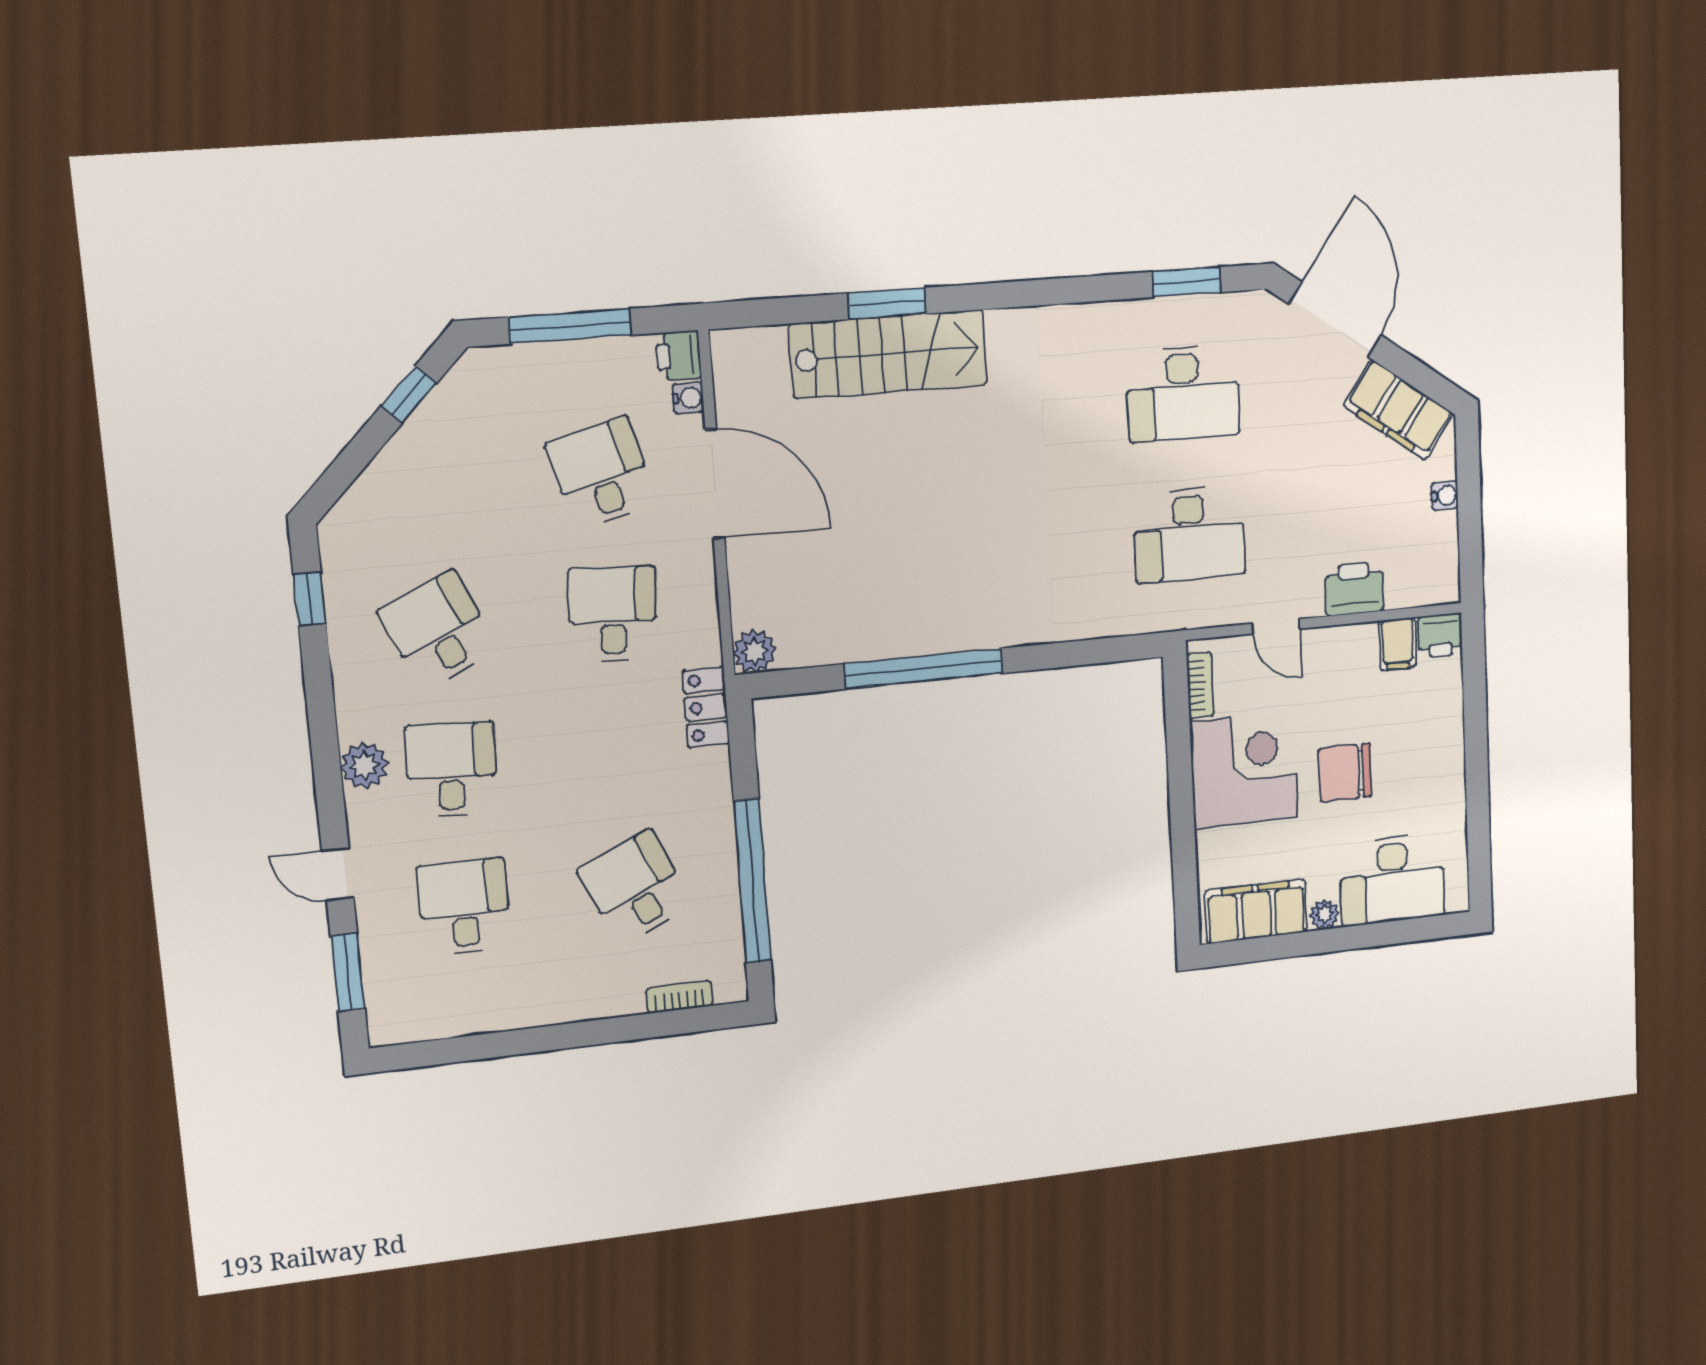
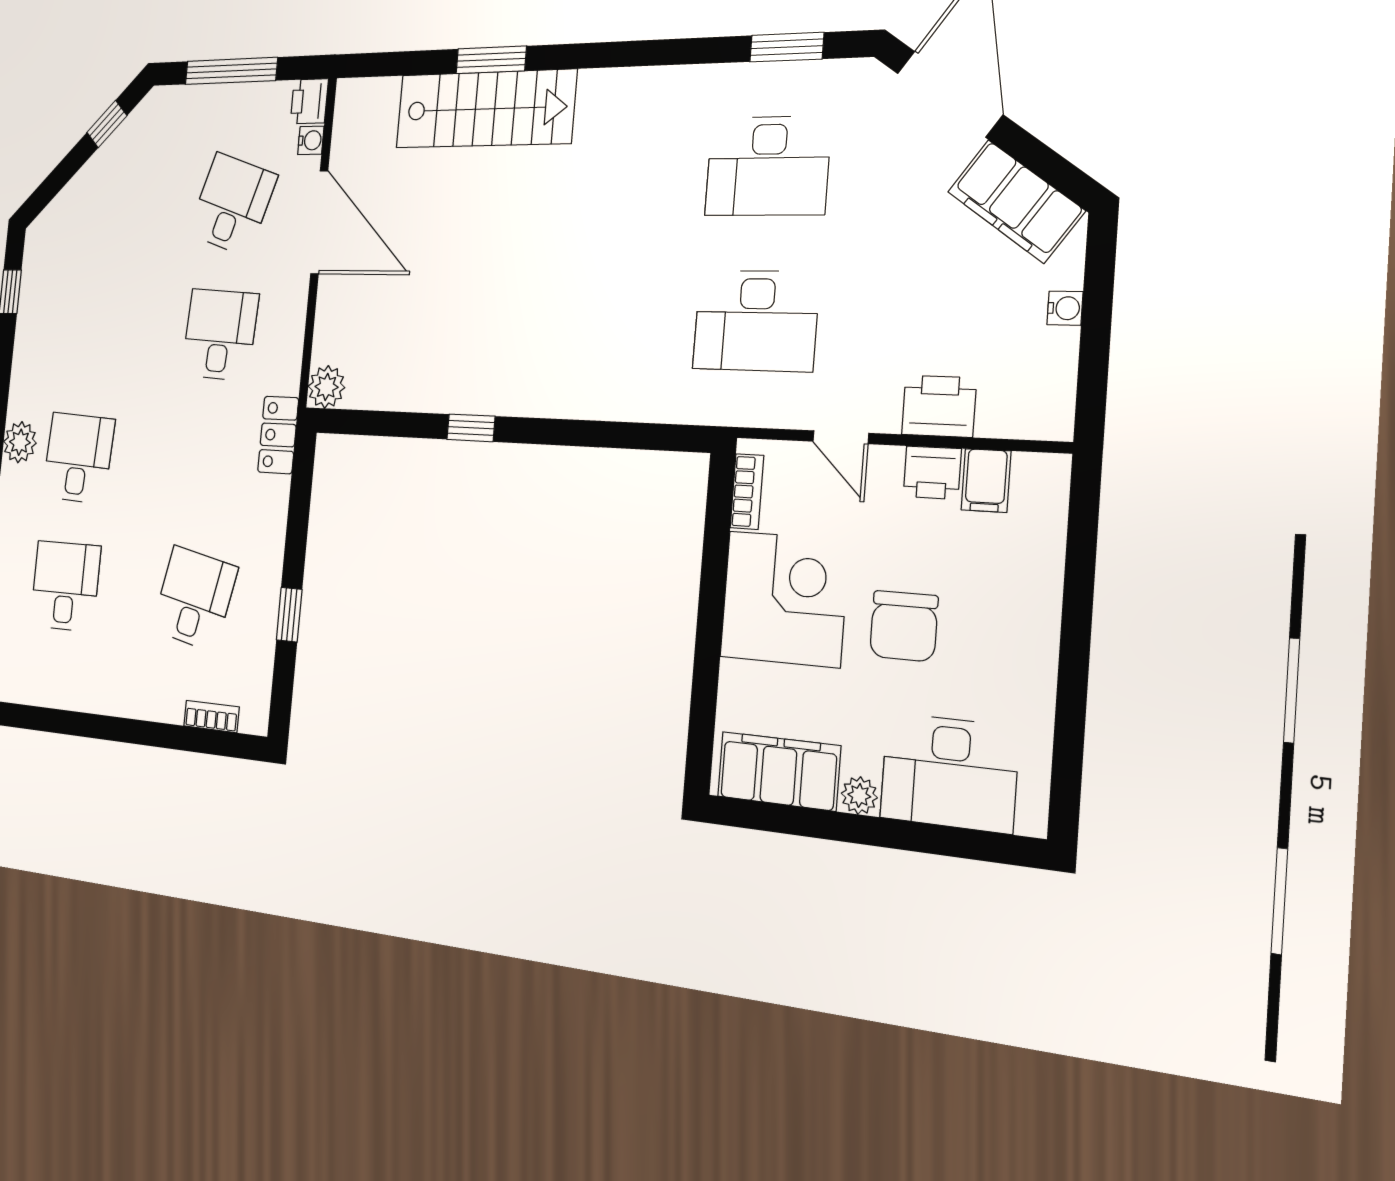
desk: (601, 474) -> (232, 204), turned 33
desk: (438, 630) -> (91, 331), removed
printer: (1440, 636) -> (932, 473), moved
window: (923, 669) -> (471, 428), width x0.32
chair: (1345, 773) -> (904, 626), turned -90
window: (752, 881) -> (289, 615), width x0.32
desk: (635, 887) -> (194, 599), turned 36

